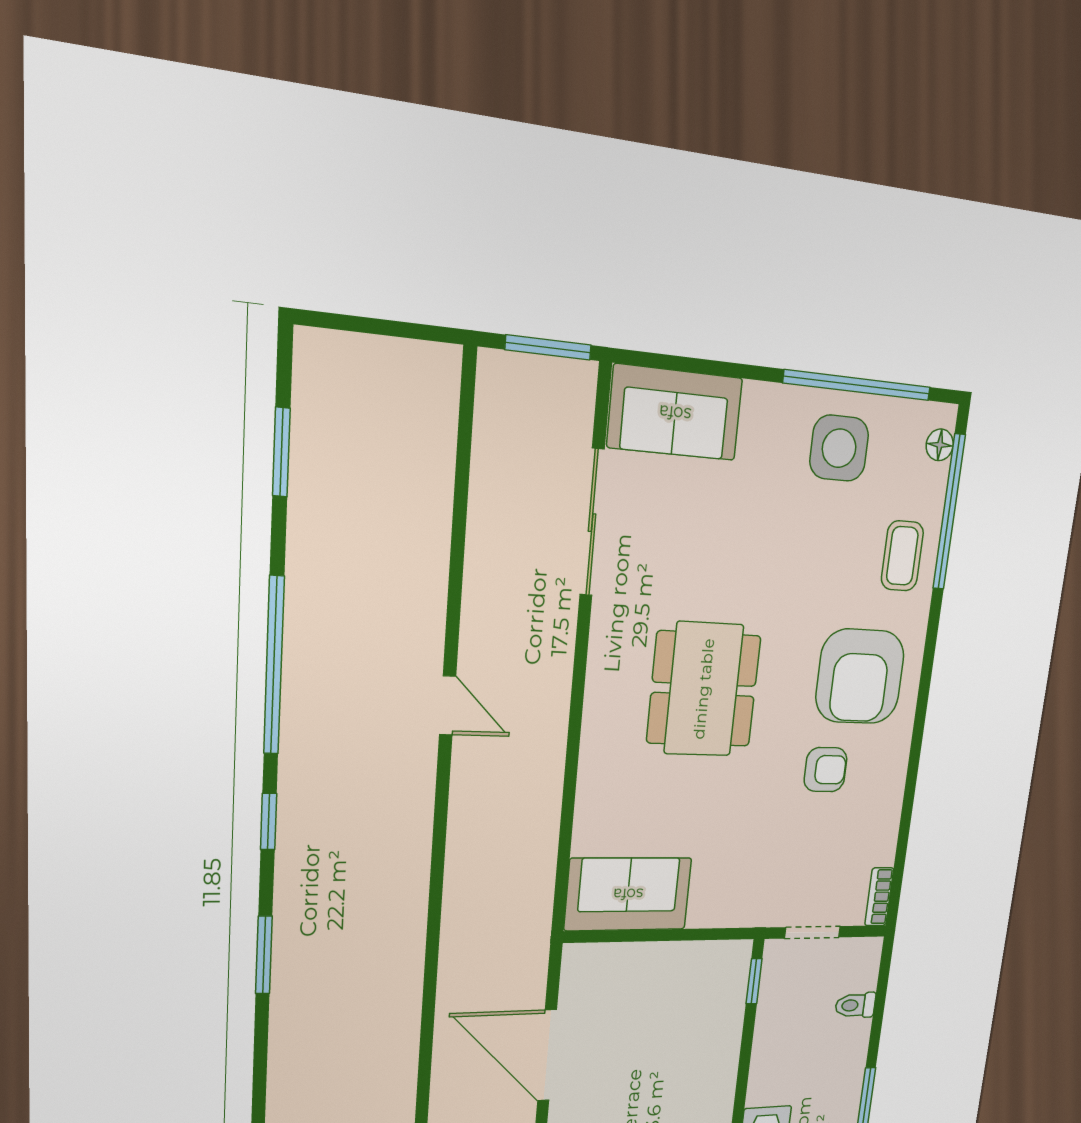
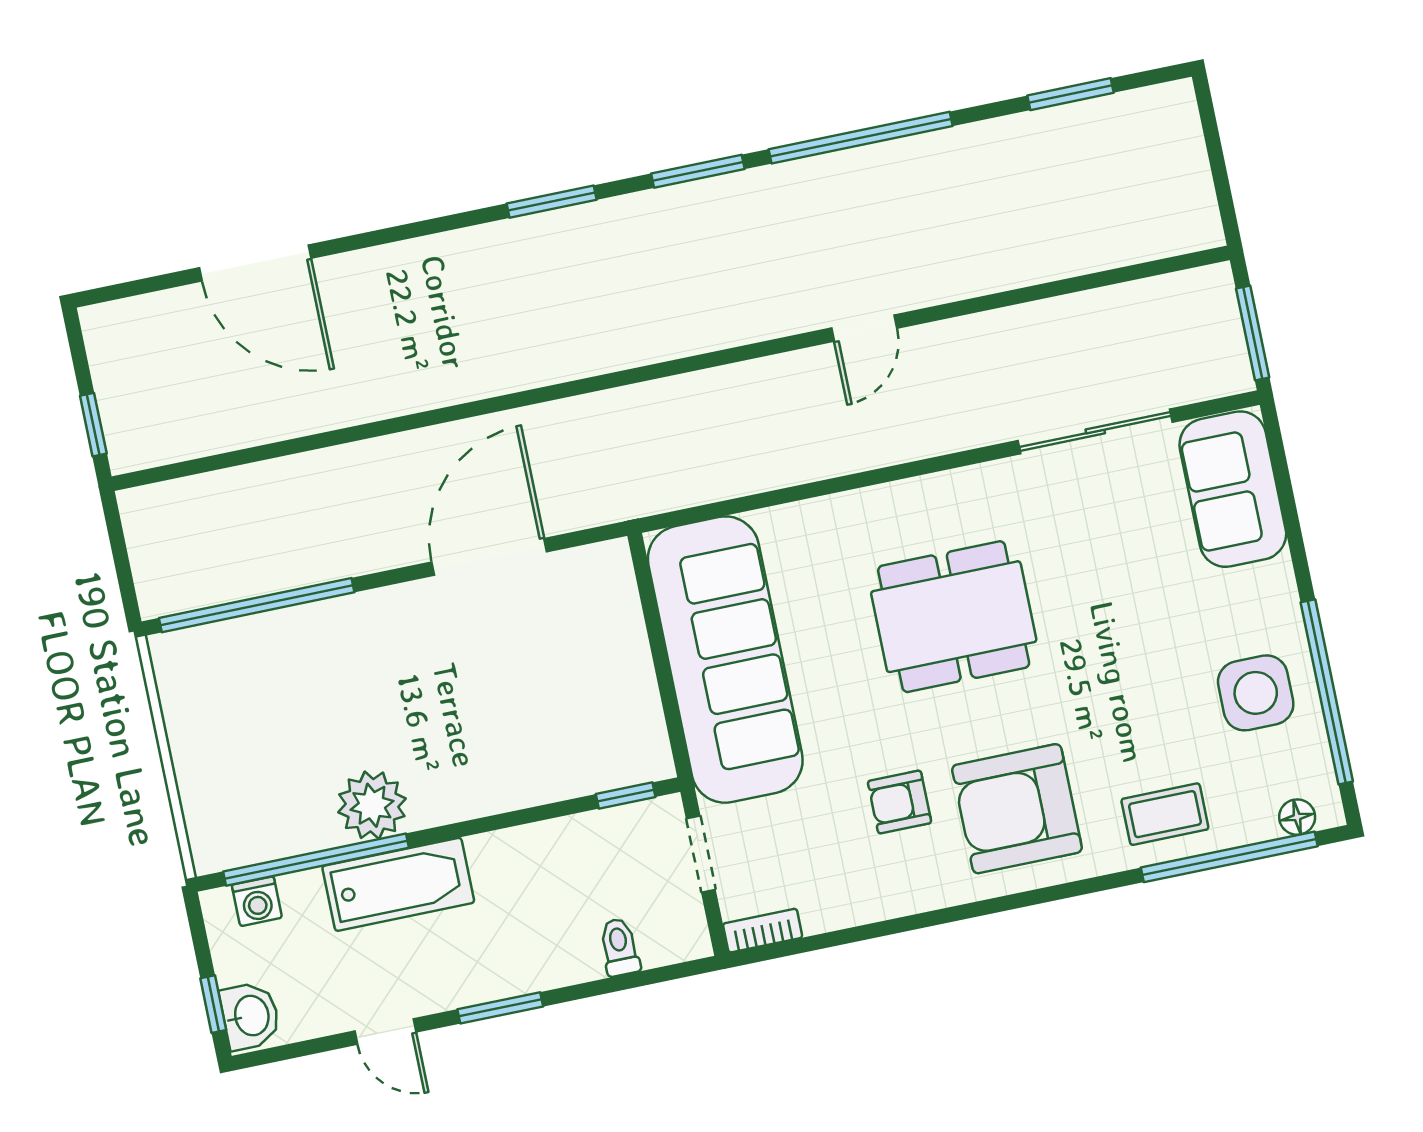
armchair: (826, 770) -> (900, 802), turned 90
window: (269, 822) -> (698, 171), width x1.50
sofa: (628, 894) -> (725, 660), width x1.85, depth x1.27

